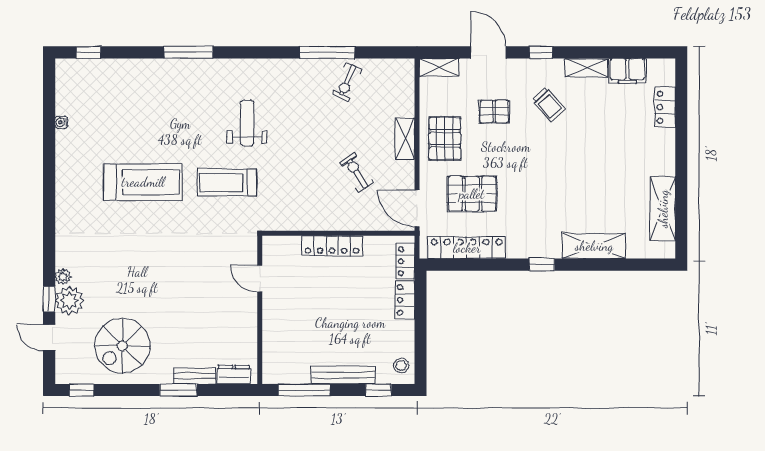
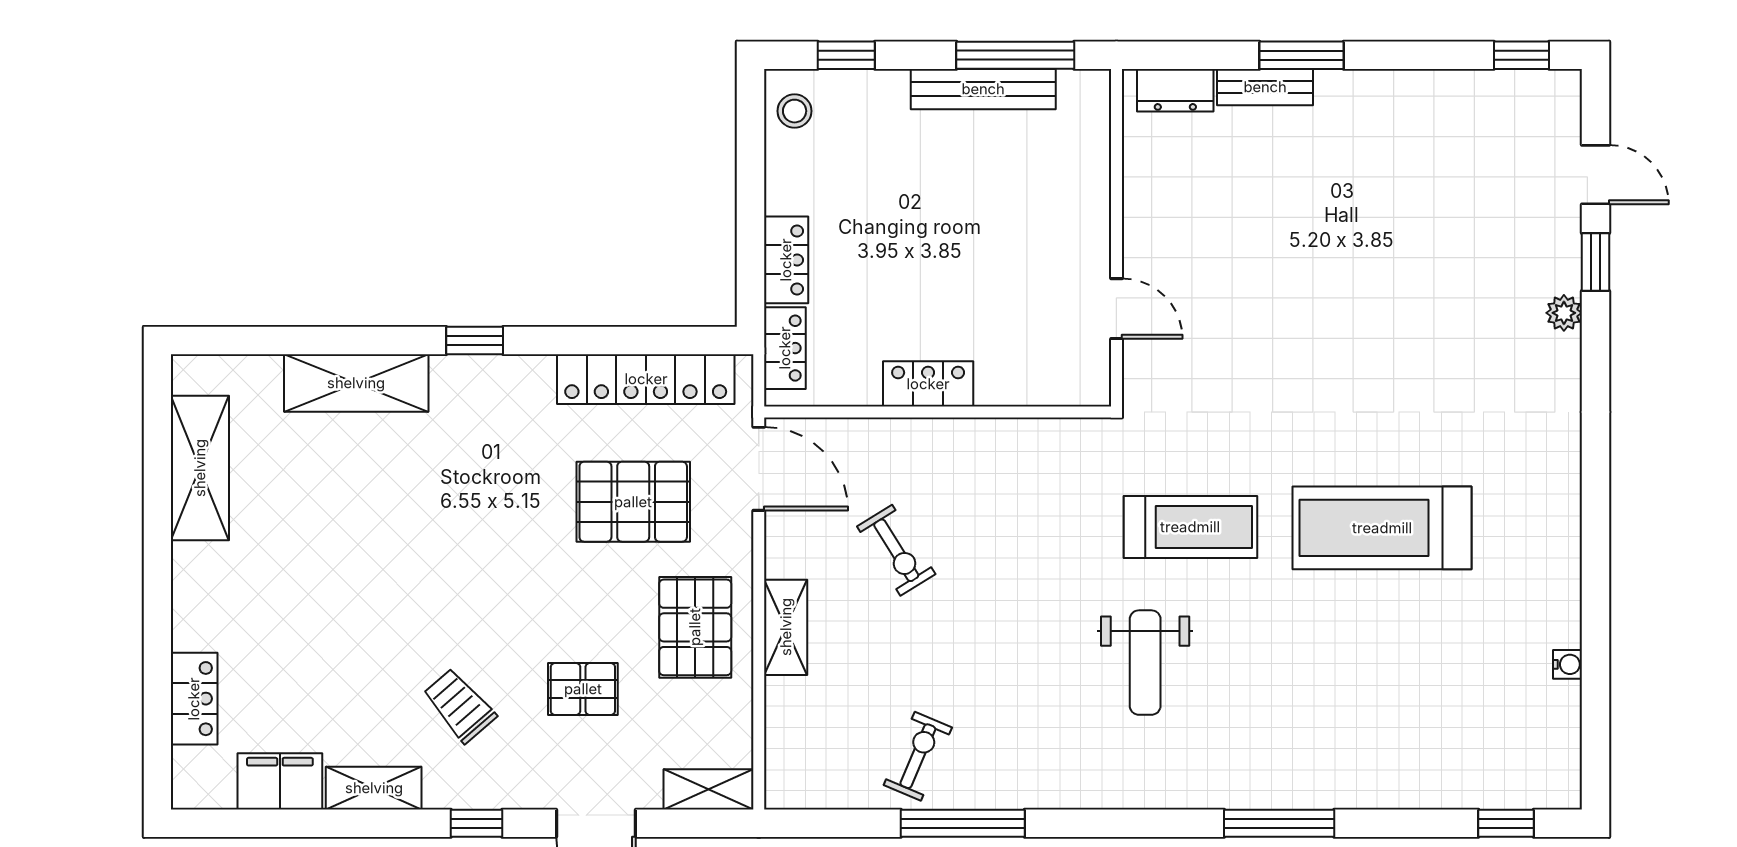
locker: (332, 246) -> (928, 384), width x0.66
plant: (69, 301) -> (1549, 259), removed
spiral stairs: (122, 346) -> (1429, 156), removed
bench: (343, 375) -> (983, 89), moved

